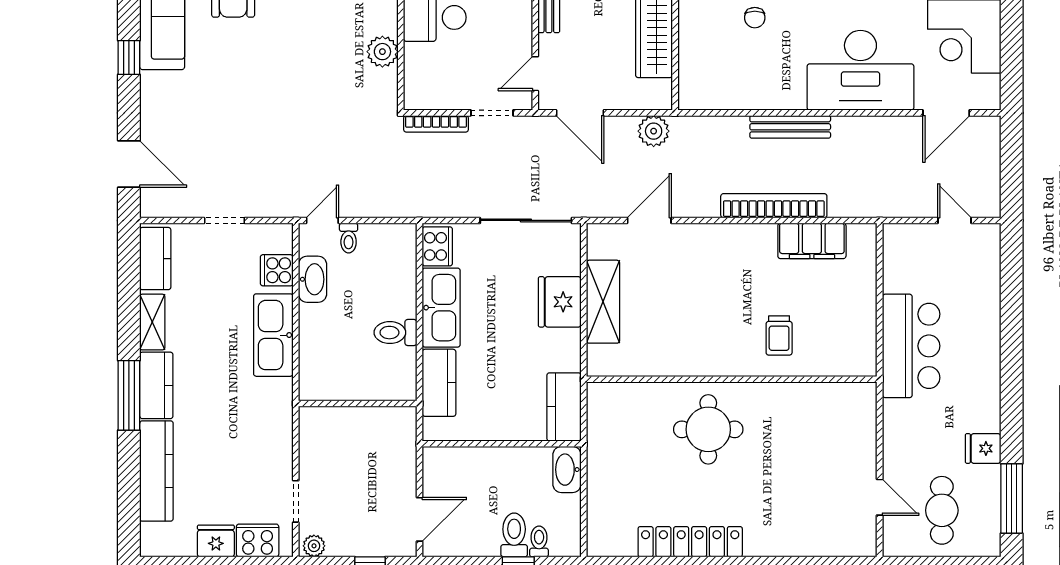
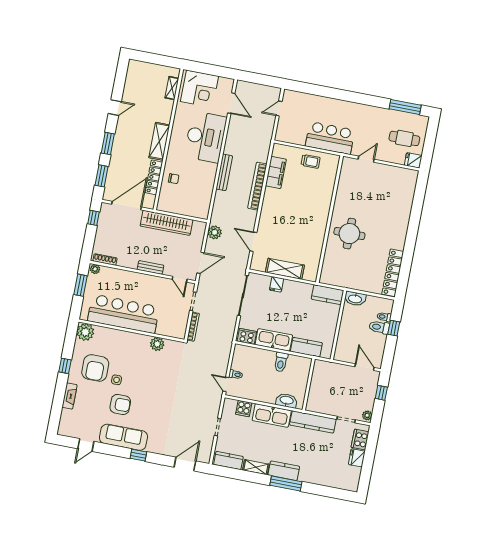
washbasin: (313, 279) -> (287, 401), moved
fridge: (560, 302) -> (277, 284), width x0.53, depth x0.75
trolley: (779, 335) -> (311, 161), moved
fridge: (983, 448) -> (413, 160), moved, turned 90
kitchen counter: (156, 471) -> (313, 422), moved, turned 180
door: (880, 497) -> (366, 159), moved
locker: (690, 542) -> (393, 273), moved

